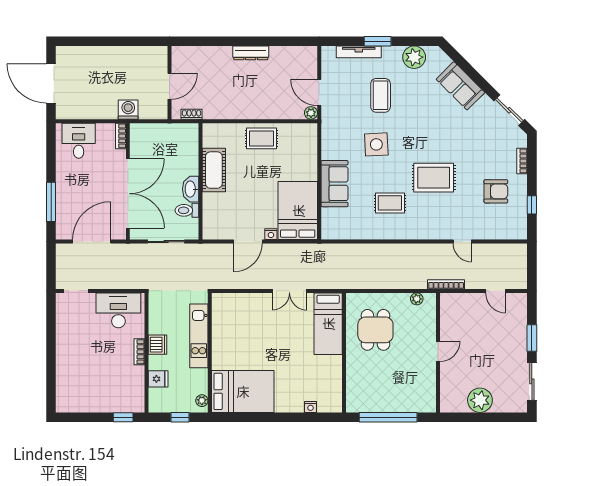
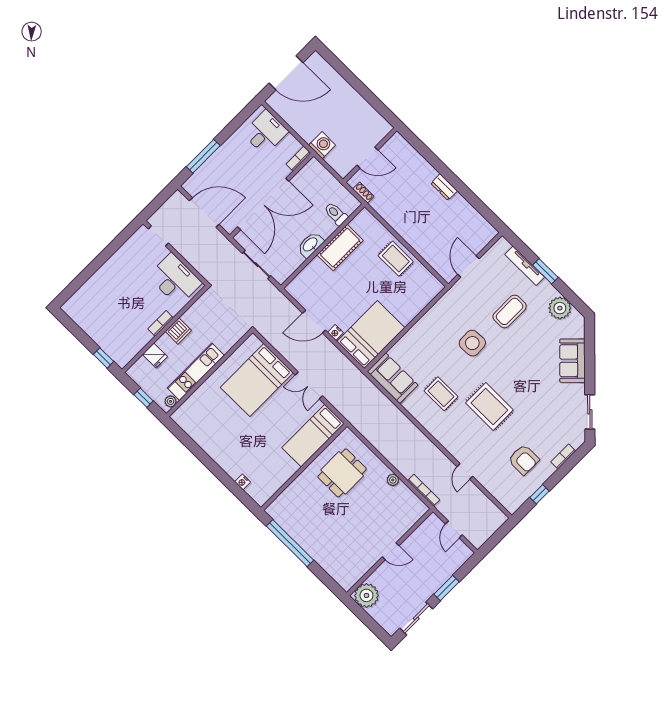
dresser: (251, 53) -> (444, 187), width x0.70
door: (51, 83) -> (286, 73), swing flipped
plant: (311, 113) -> (448, 275), removed
sofa: (334, 184) -> (393, 378), moved, turned -90
toilet: (187, 210) -> (336, 214), moved
kitchen unit: (199, 336) -> (196, 372), moved
door: (438, 351) -> (391, 551), moved
wall: (438, 353) -> (390, 552), moved
bed: (243, 391) -> (257, 380), moved, turned 90

